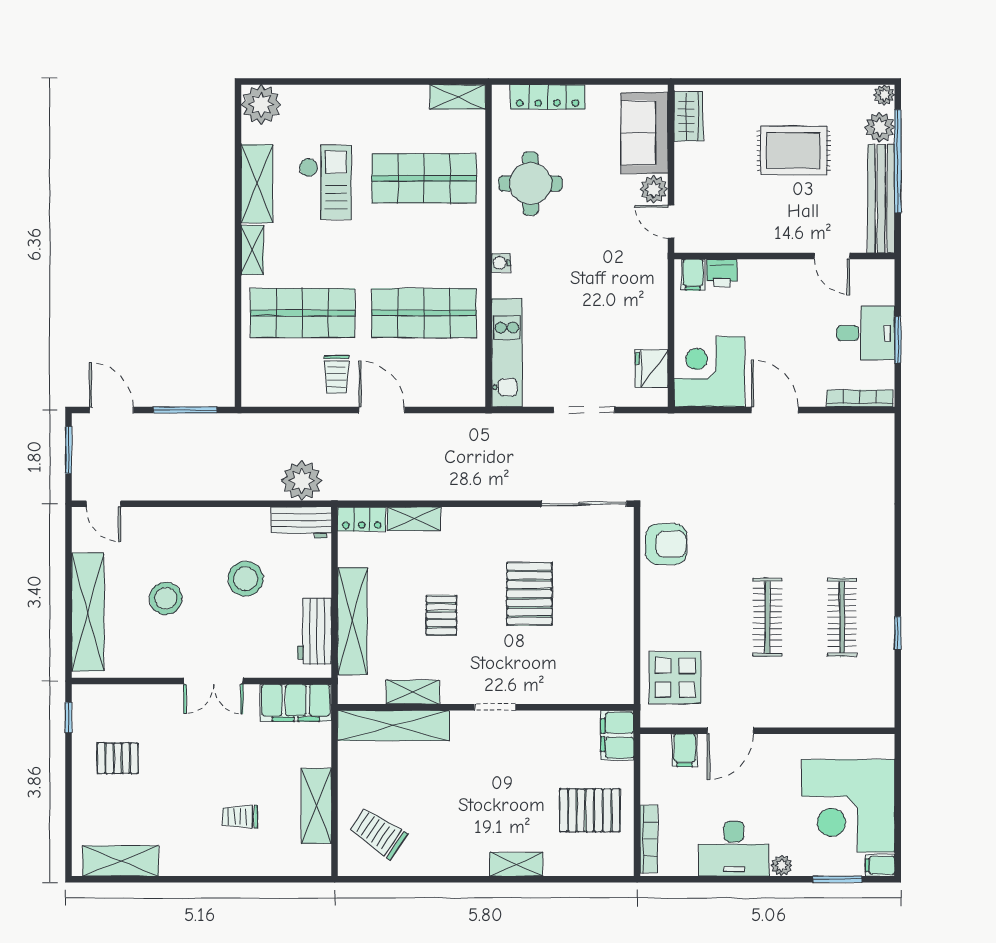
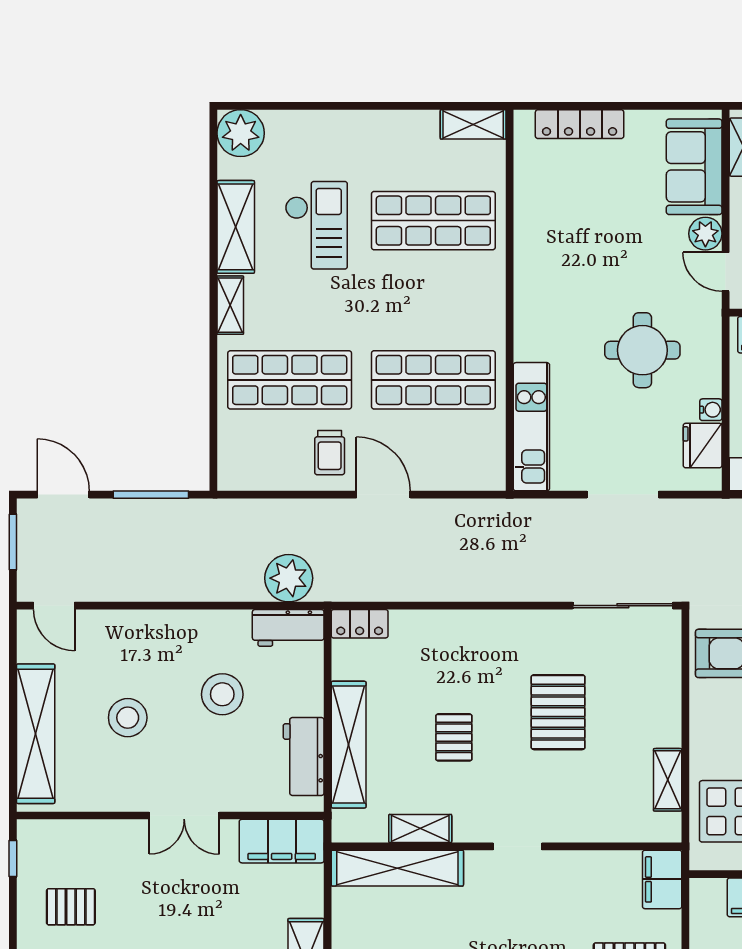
round table: (530, 184) -> (642, 350), moved
water cooler: (501, 263) -> (711, 410), moved, turned 180
shelving: (414, 519) -> (668, 780), moved, turned 90

